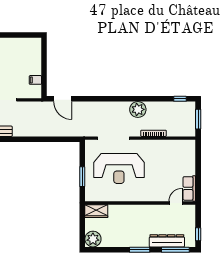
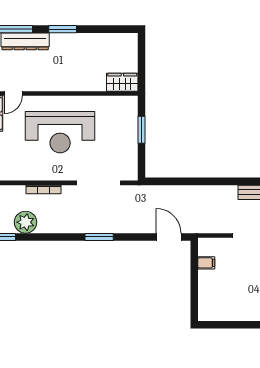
window: (113, 99) -> (99, 237), added
plant: (138, 109) -> (26, 222), moved
reception desk: (119, 168) -> (60, 132), moved, turned 180
plant: (93, 239) -> (127, 44), removed

